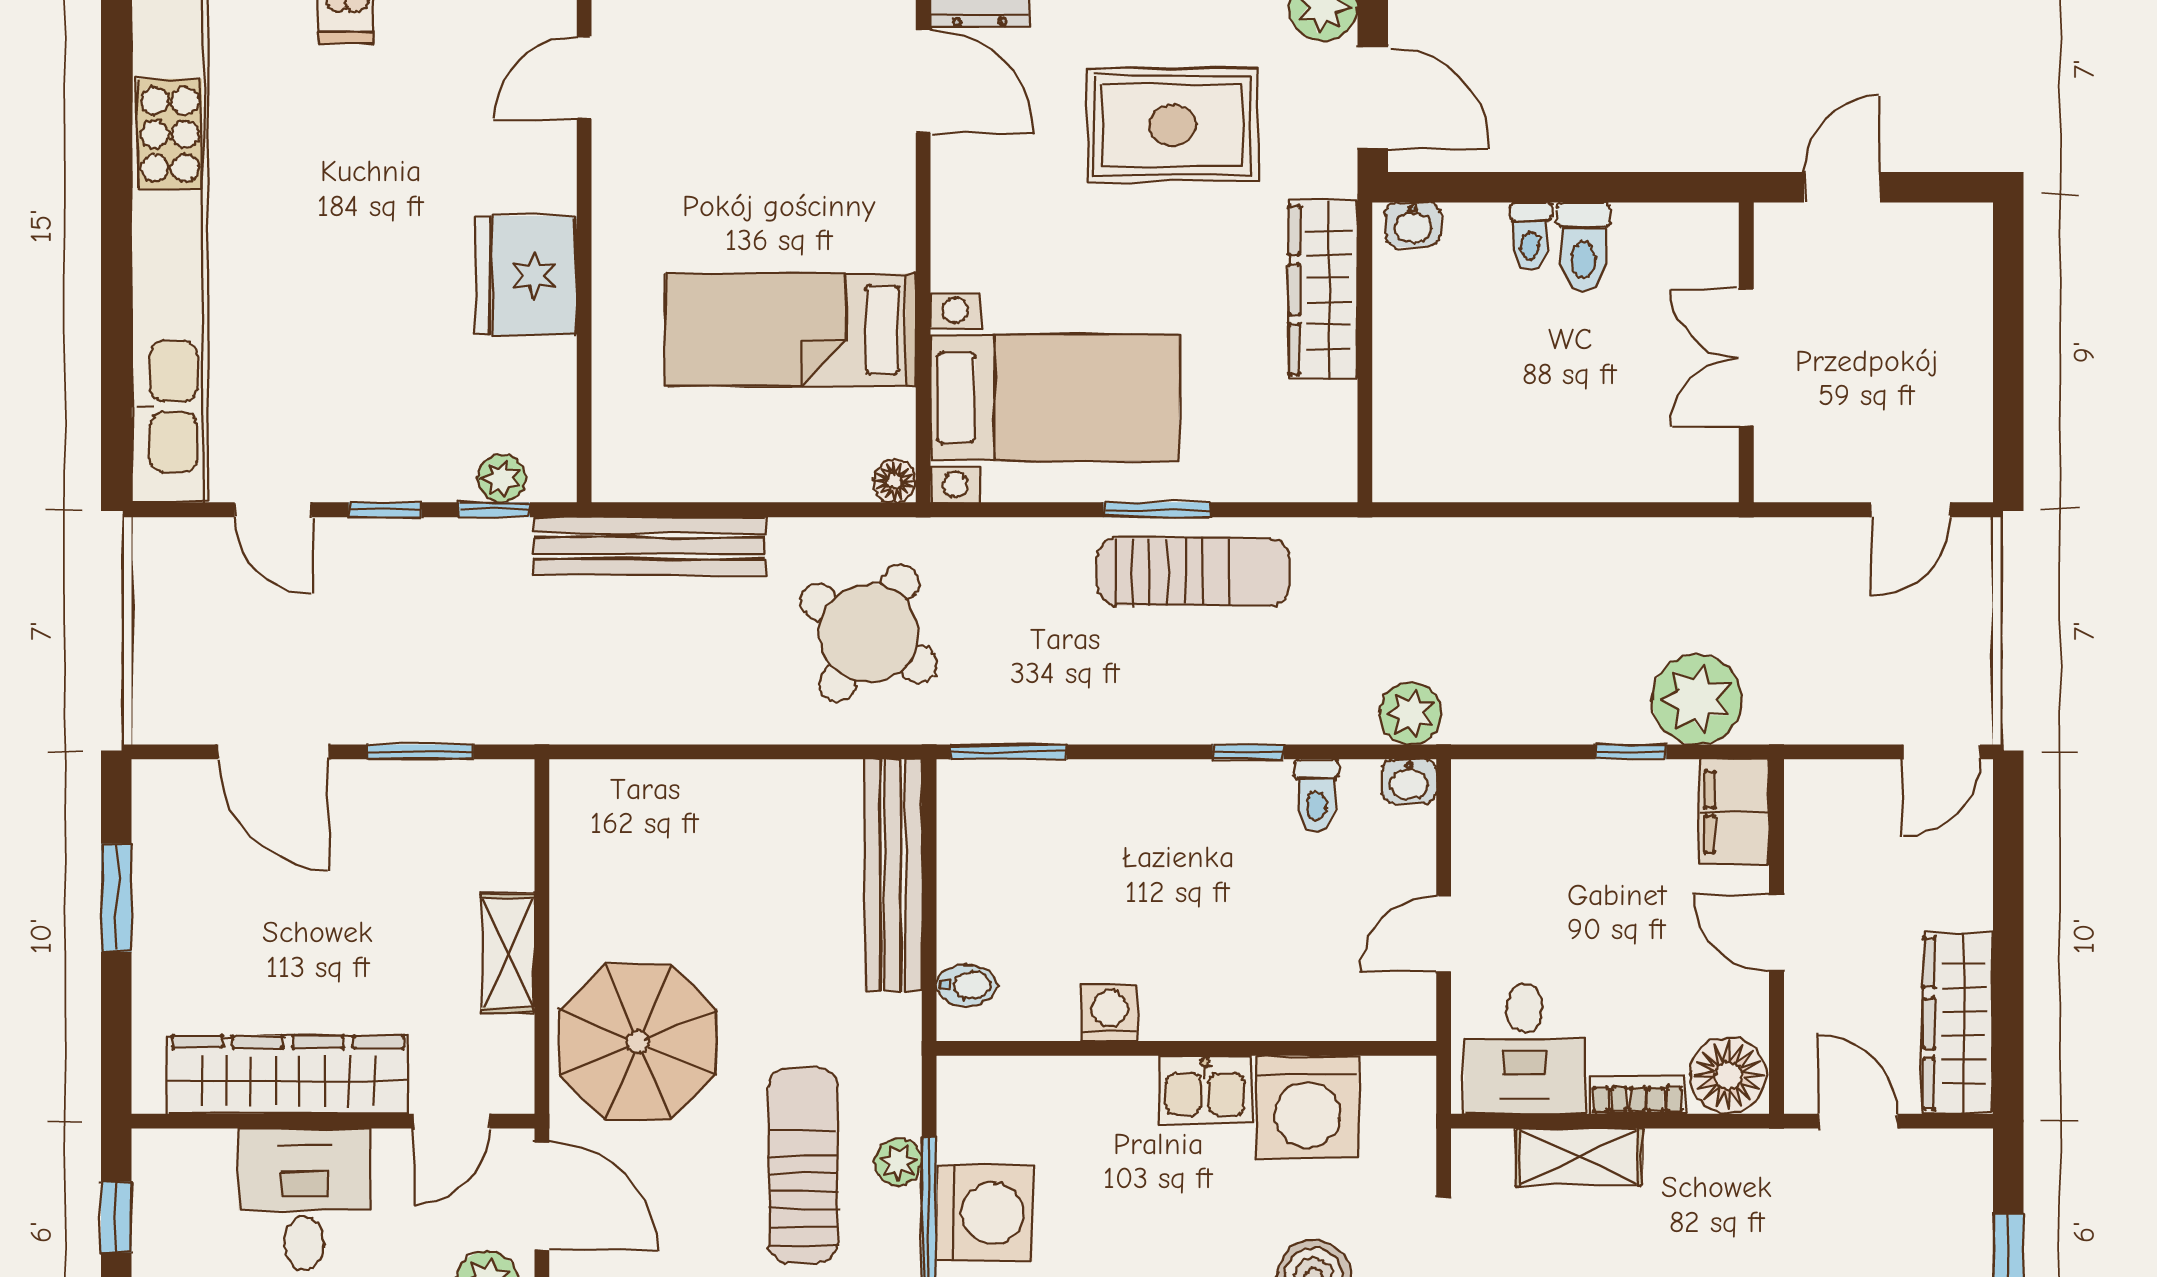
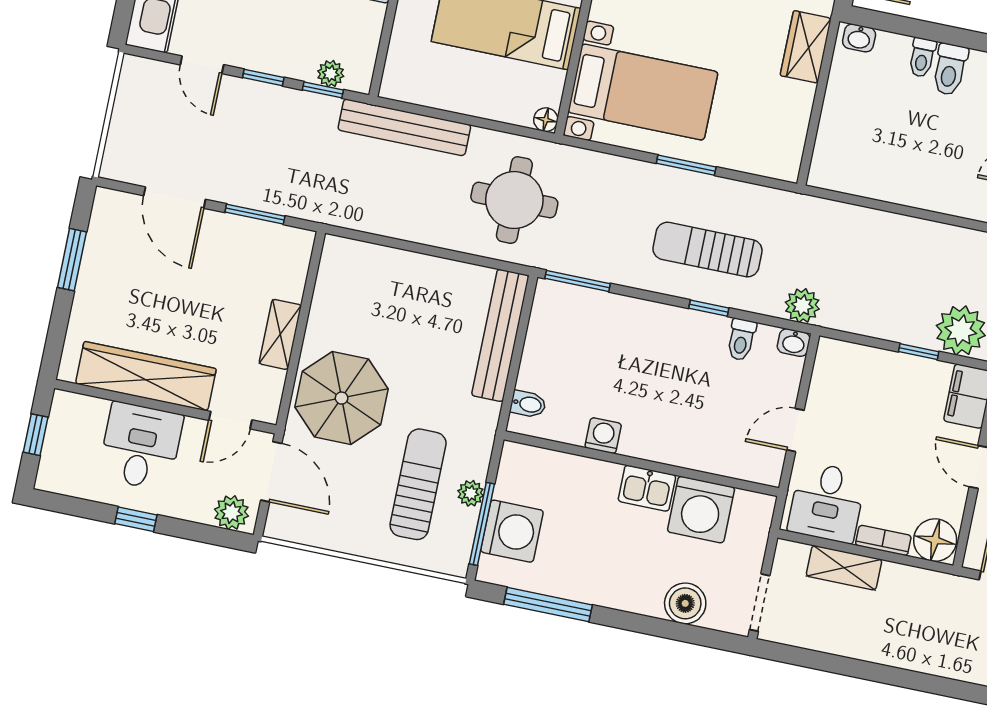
wardrobe: (1323, 289) -> (806, 47), width x0.67
sun lounger: (1193, 572) -> (707, 250), moved, turned 180
round table: (869, 633) -> (514, 200), turned -32

